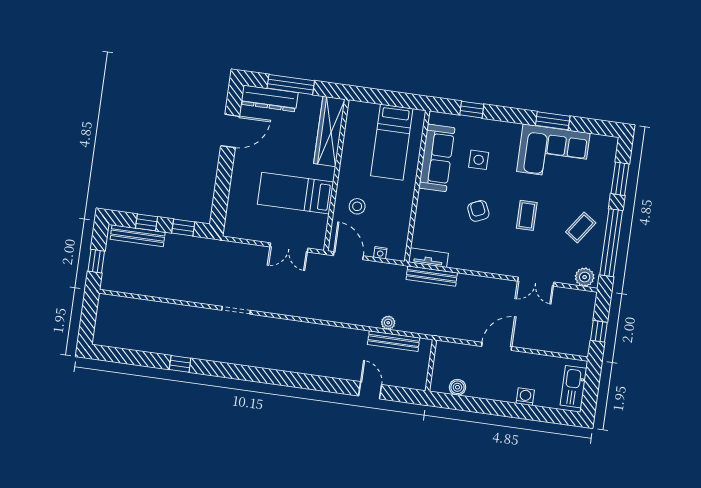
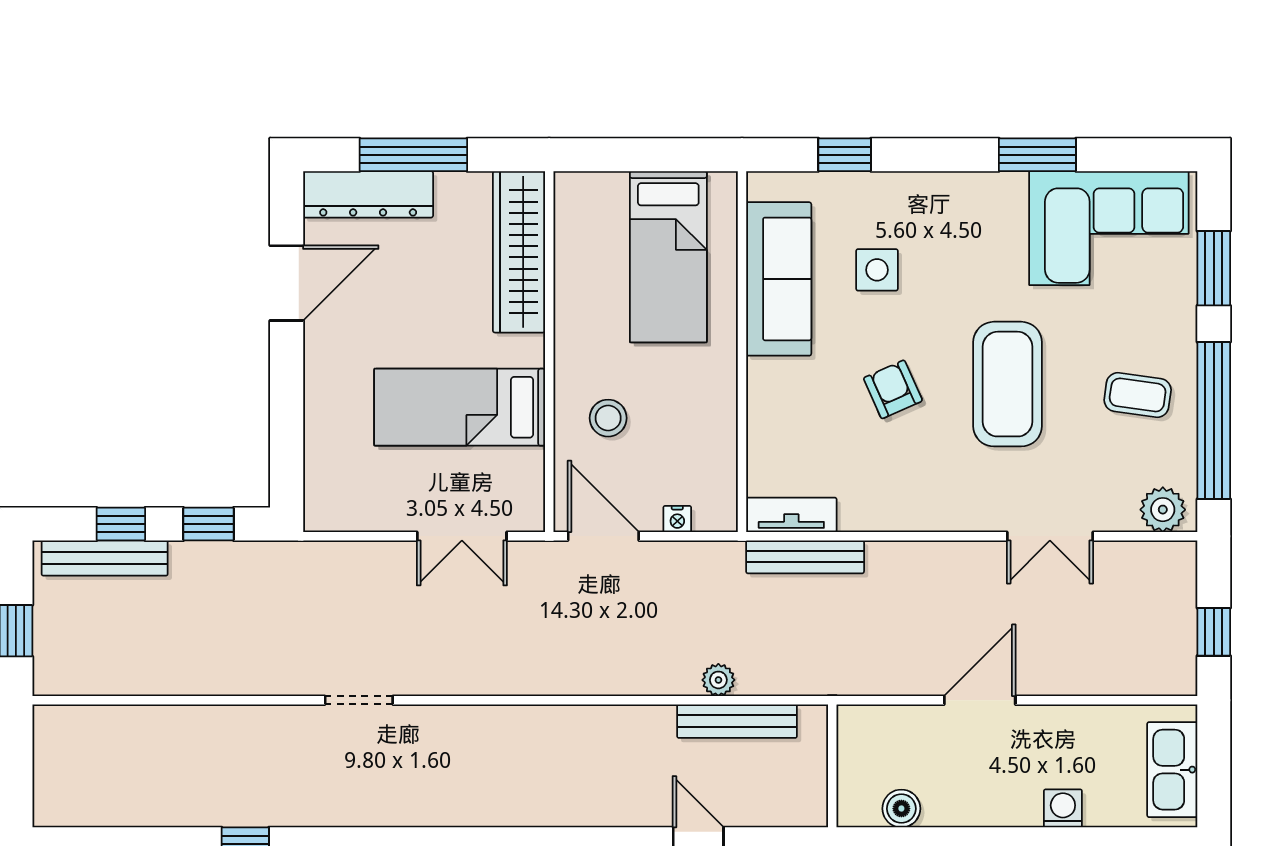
corner sofa: (553, 152) -> (1109, 228), moved
coffee table: (527, 215) -> (1008, 384), width x1.86, depth x1.72
coffee table: (581, 227) -> (1138, 395), turned 63

